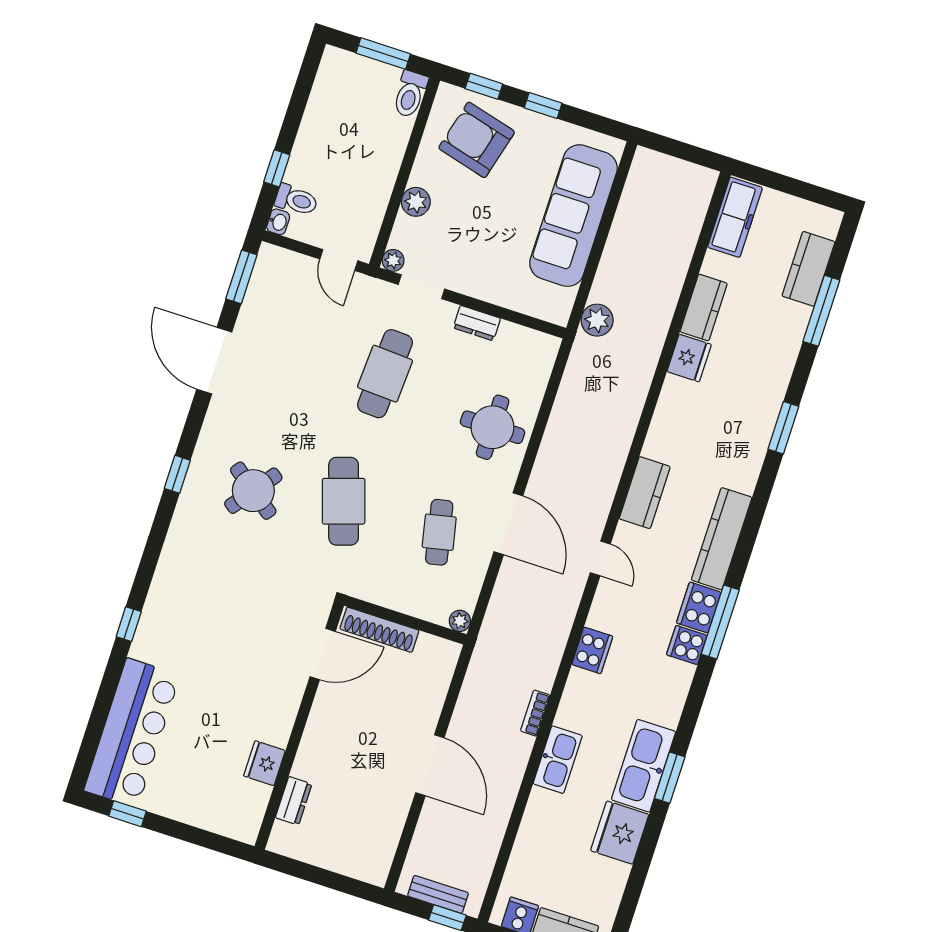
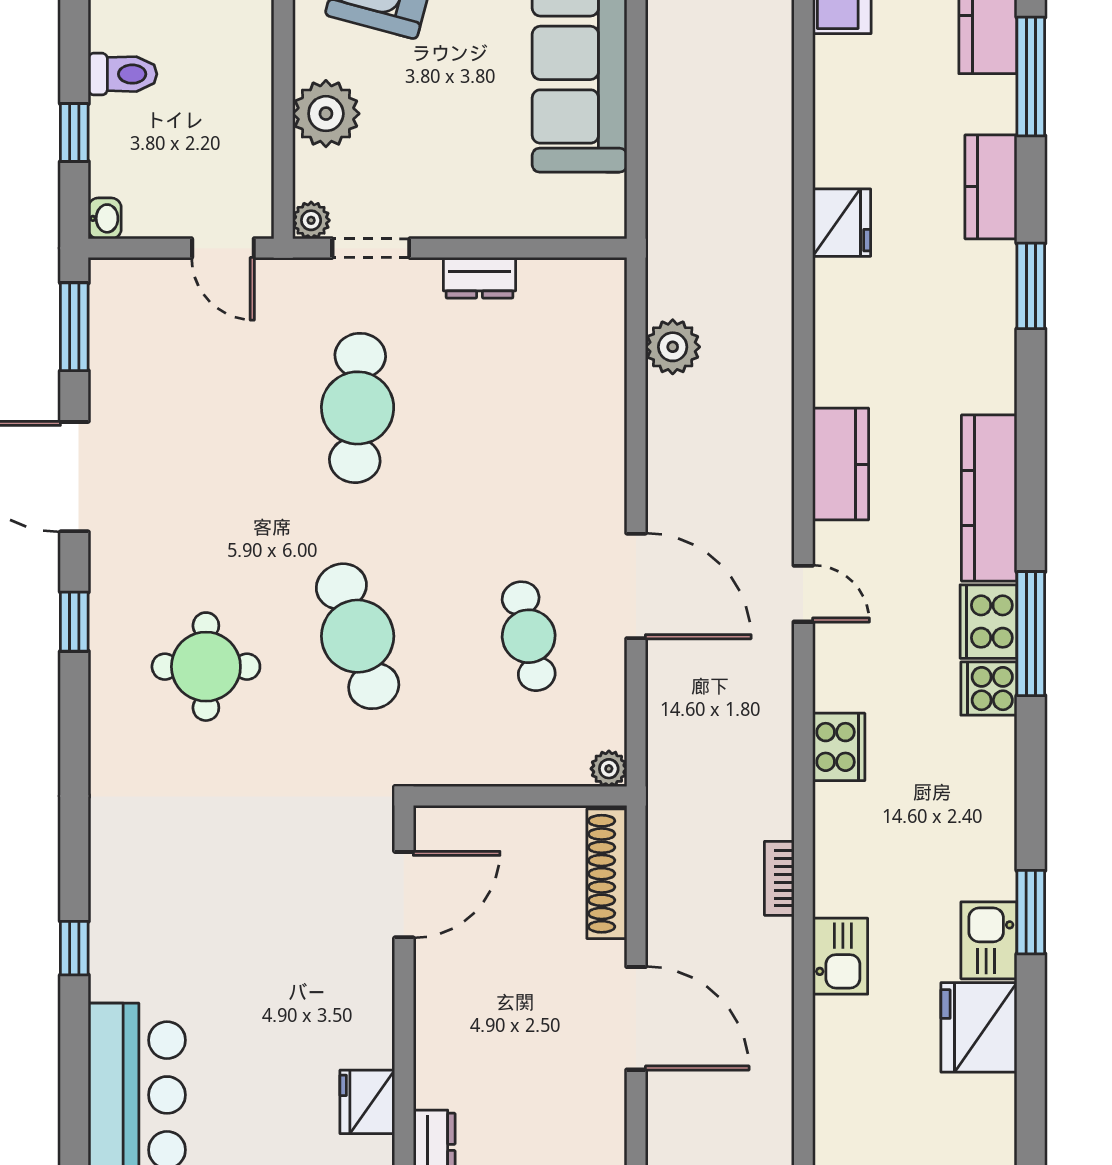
toilet: (296, 200) -> (123, 74), moved
plant: (416, 202) -> (326, 114), width x1.36, depth x1.36
kitchen counter: (704, 308) -> (991, 187), moved, turned 180
plant: (597, 320) -> (673, 347), moved
round table: (493, 427) -> (560, 438), removed
window: (177, 474) -> (74, 622), moved
round table: (253, 491) -> (206, 667), turned -37
shoe rack: (379, 630) -> (607, 874), moved, turned 90
kitchen sink: (558, 760) -> (840, 956), width x0.73
kitchen sink: (643, 766) -> (989, 940), width x0.53, depth x0.81

